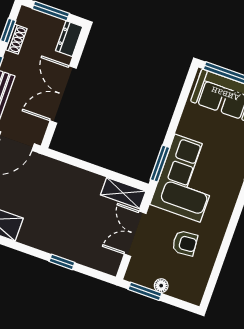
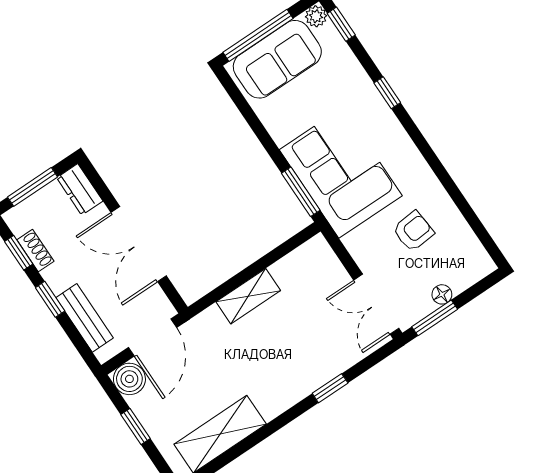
shelving: (123, 193) -> (248, 296), moved
double door: (135, 234) -> (376, 304), moved

